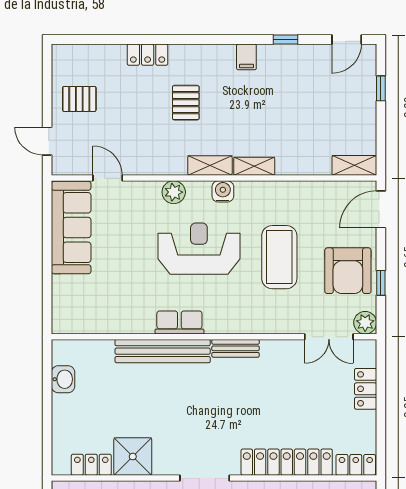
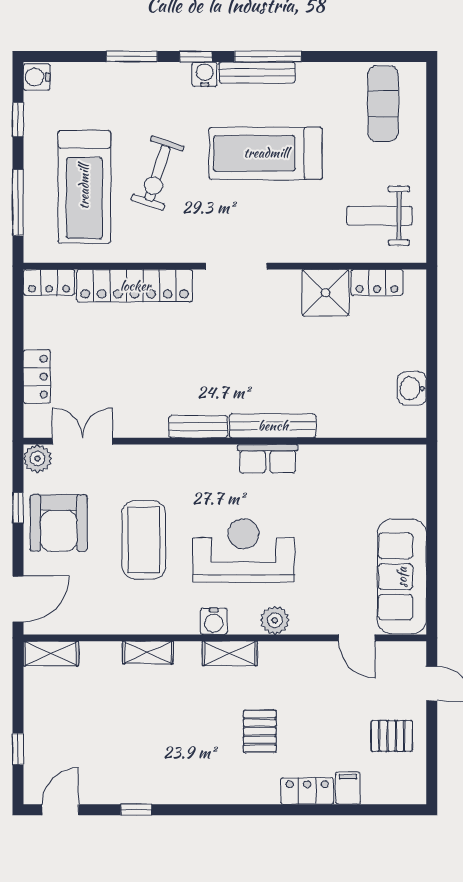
filing cabinet: (246, 57) -> (348, 788), moved
shelving: (254, 166) -> (148, 652), moved
reception desk: (199, 249) -> (243, 550), turned 180
armchair: (348, 271) -> (59, 523), turned 180
bench: (163, 351) -> (273, 426), width x0.73, depth x0.82

